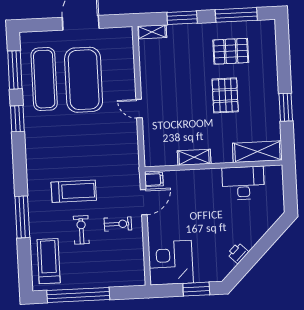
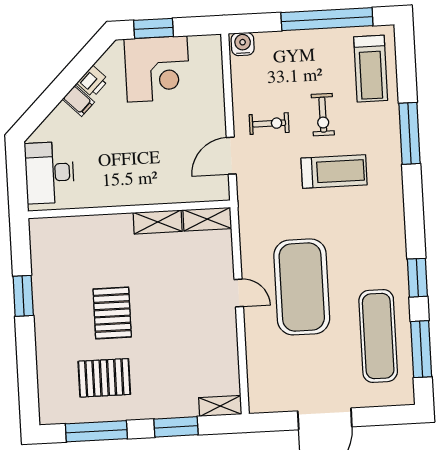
exercise mat: (84, 80) -> (302, 287), moved
shelving: (257, 152) -> (207, 219), moved, width x0.67, depth x0.75
filing cabinet: (154, 180) -> (78, 101), moved, turned -135
desk: (243, 183) -> (49, 173), moved, turned 90
treadmill: (74, 191) -> (334, 171), turned 180
exercise bike: (118, 224) -> (269, 124), turned 180
corner desk: (171, 263) -> (157, 69), moved
water cooler: (136, 278) -> (243, 44), added

